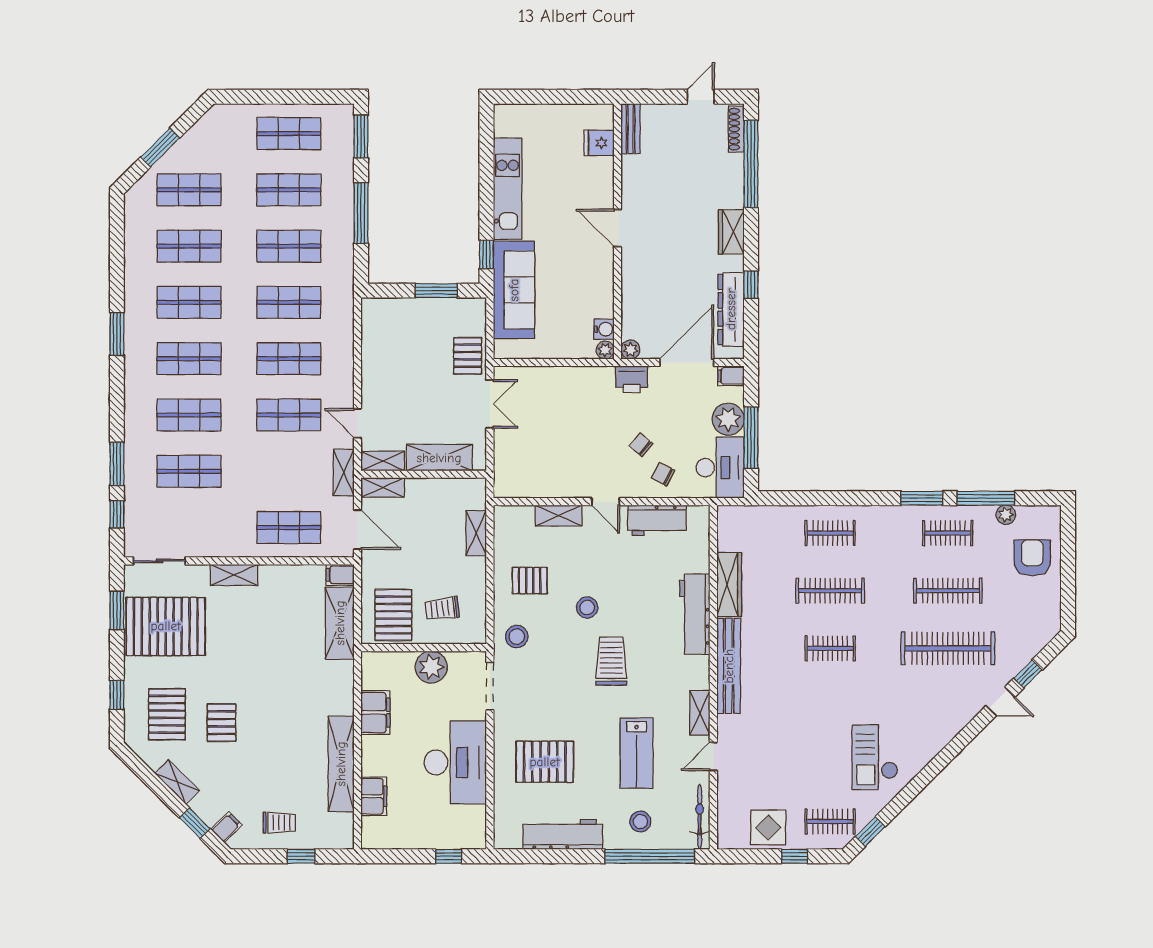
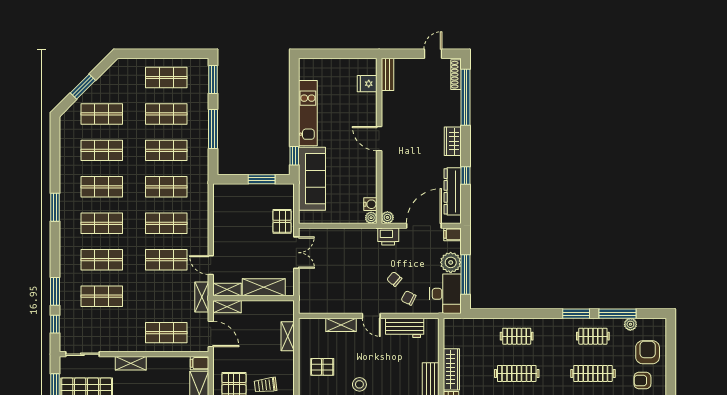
armchair: (1024, 602) -> (642, 381), added

